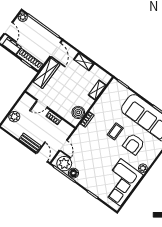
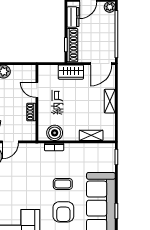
wardrobe: (46, 73) -> (71, 72), width x0.67
armchair: (134, 144) -> (63, 212), turned -90

